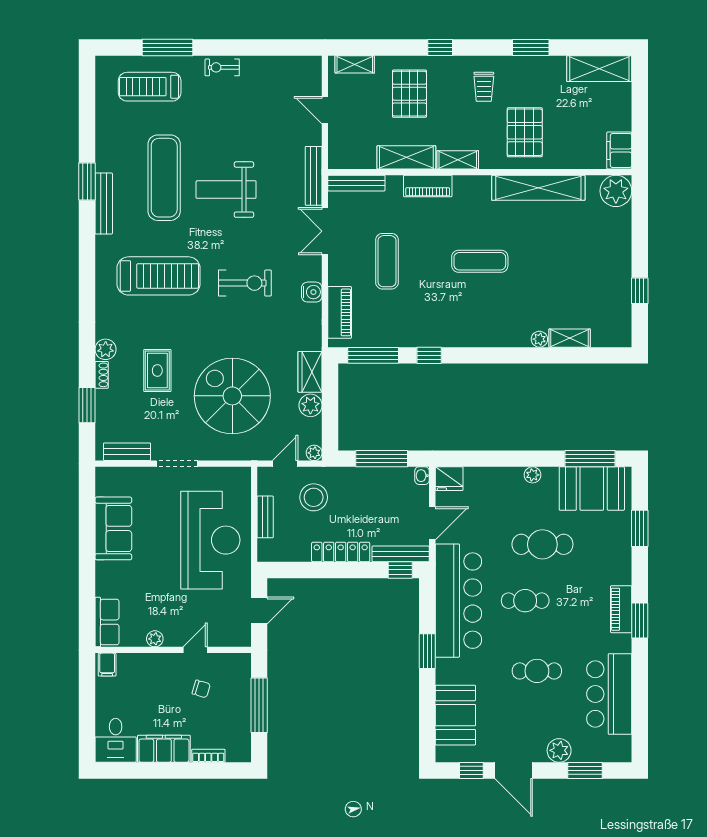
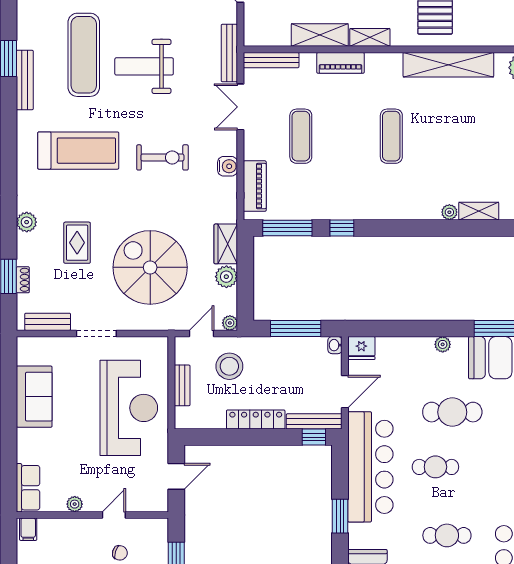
exercise mat: (480, 261) -> (391, 136), turned 90
shoe rack: (102, 375) -> (23, 280), moved

